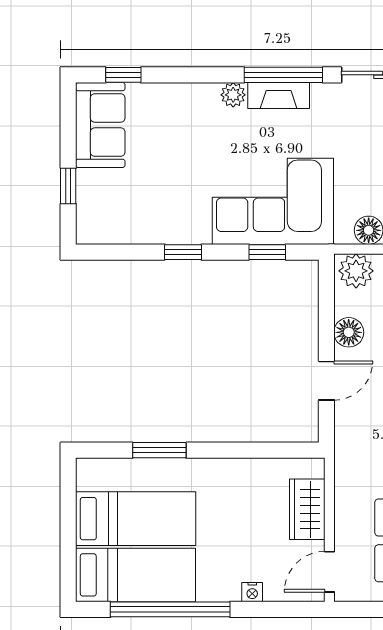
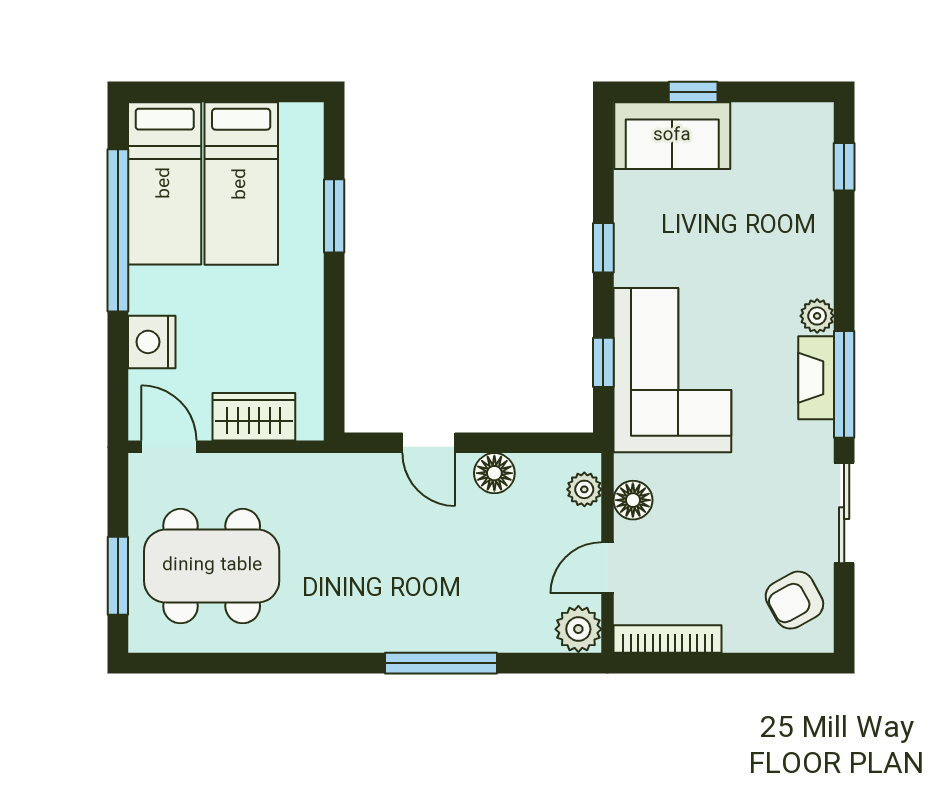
sofa: (100, 125) -> (672, 136), moved
plant: (356, 271) -> (584, 489), width x0.73, depth x0.73
nightstand: (252, 592) -> (152, 342), width x1.89, depth x1.79

